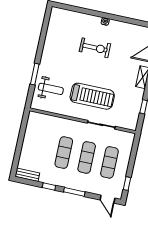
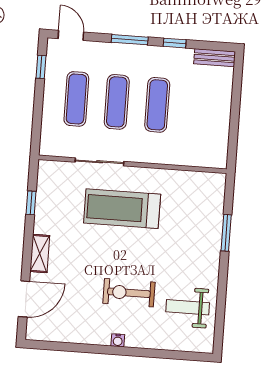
weight bench: (51, 89) -> (188, 307), moved

